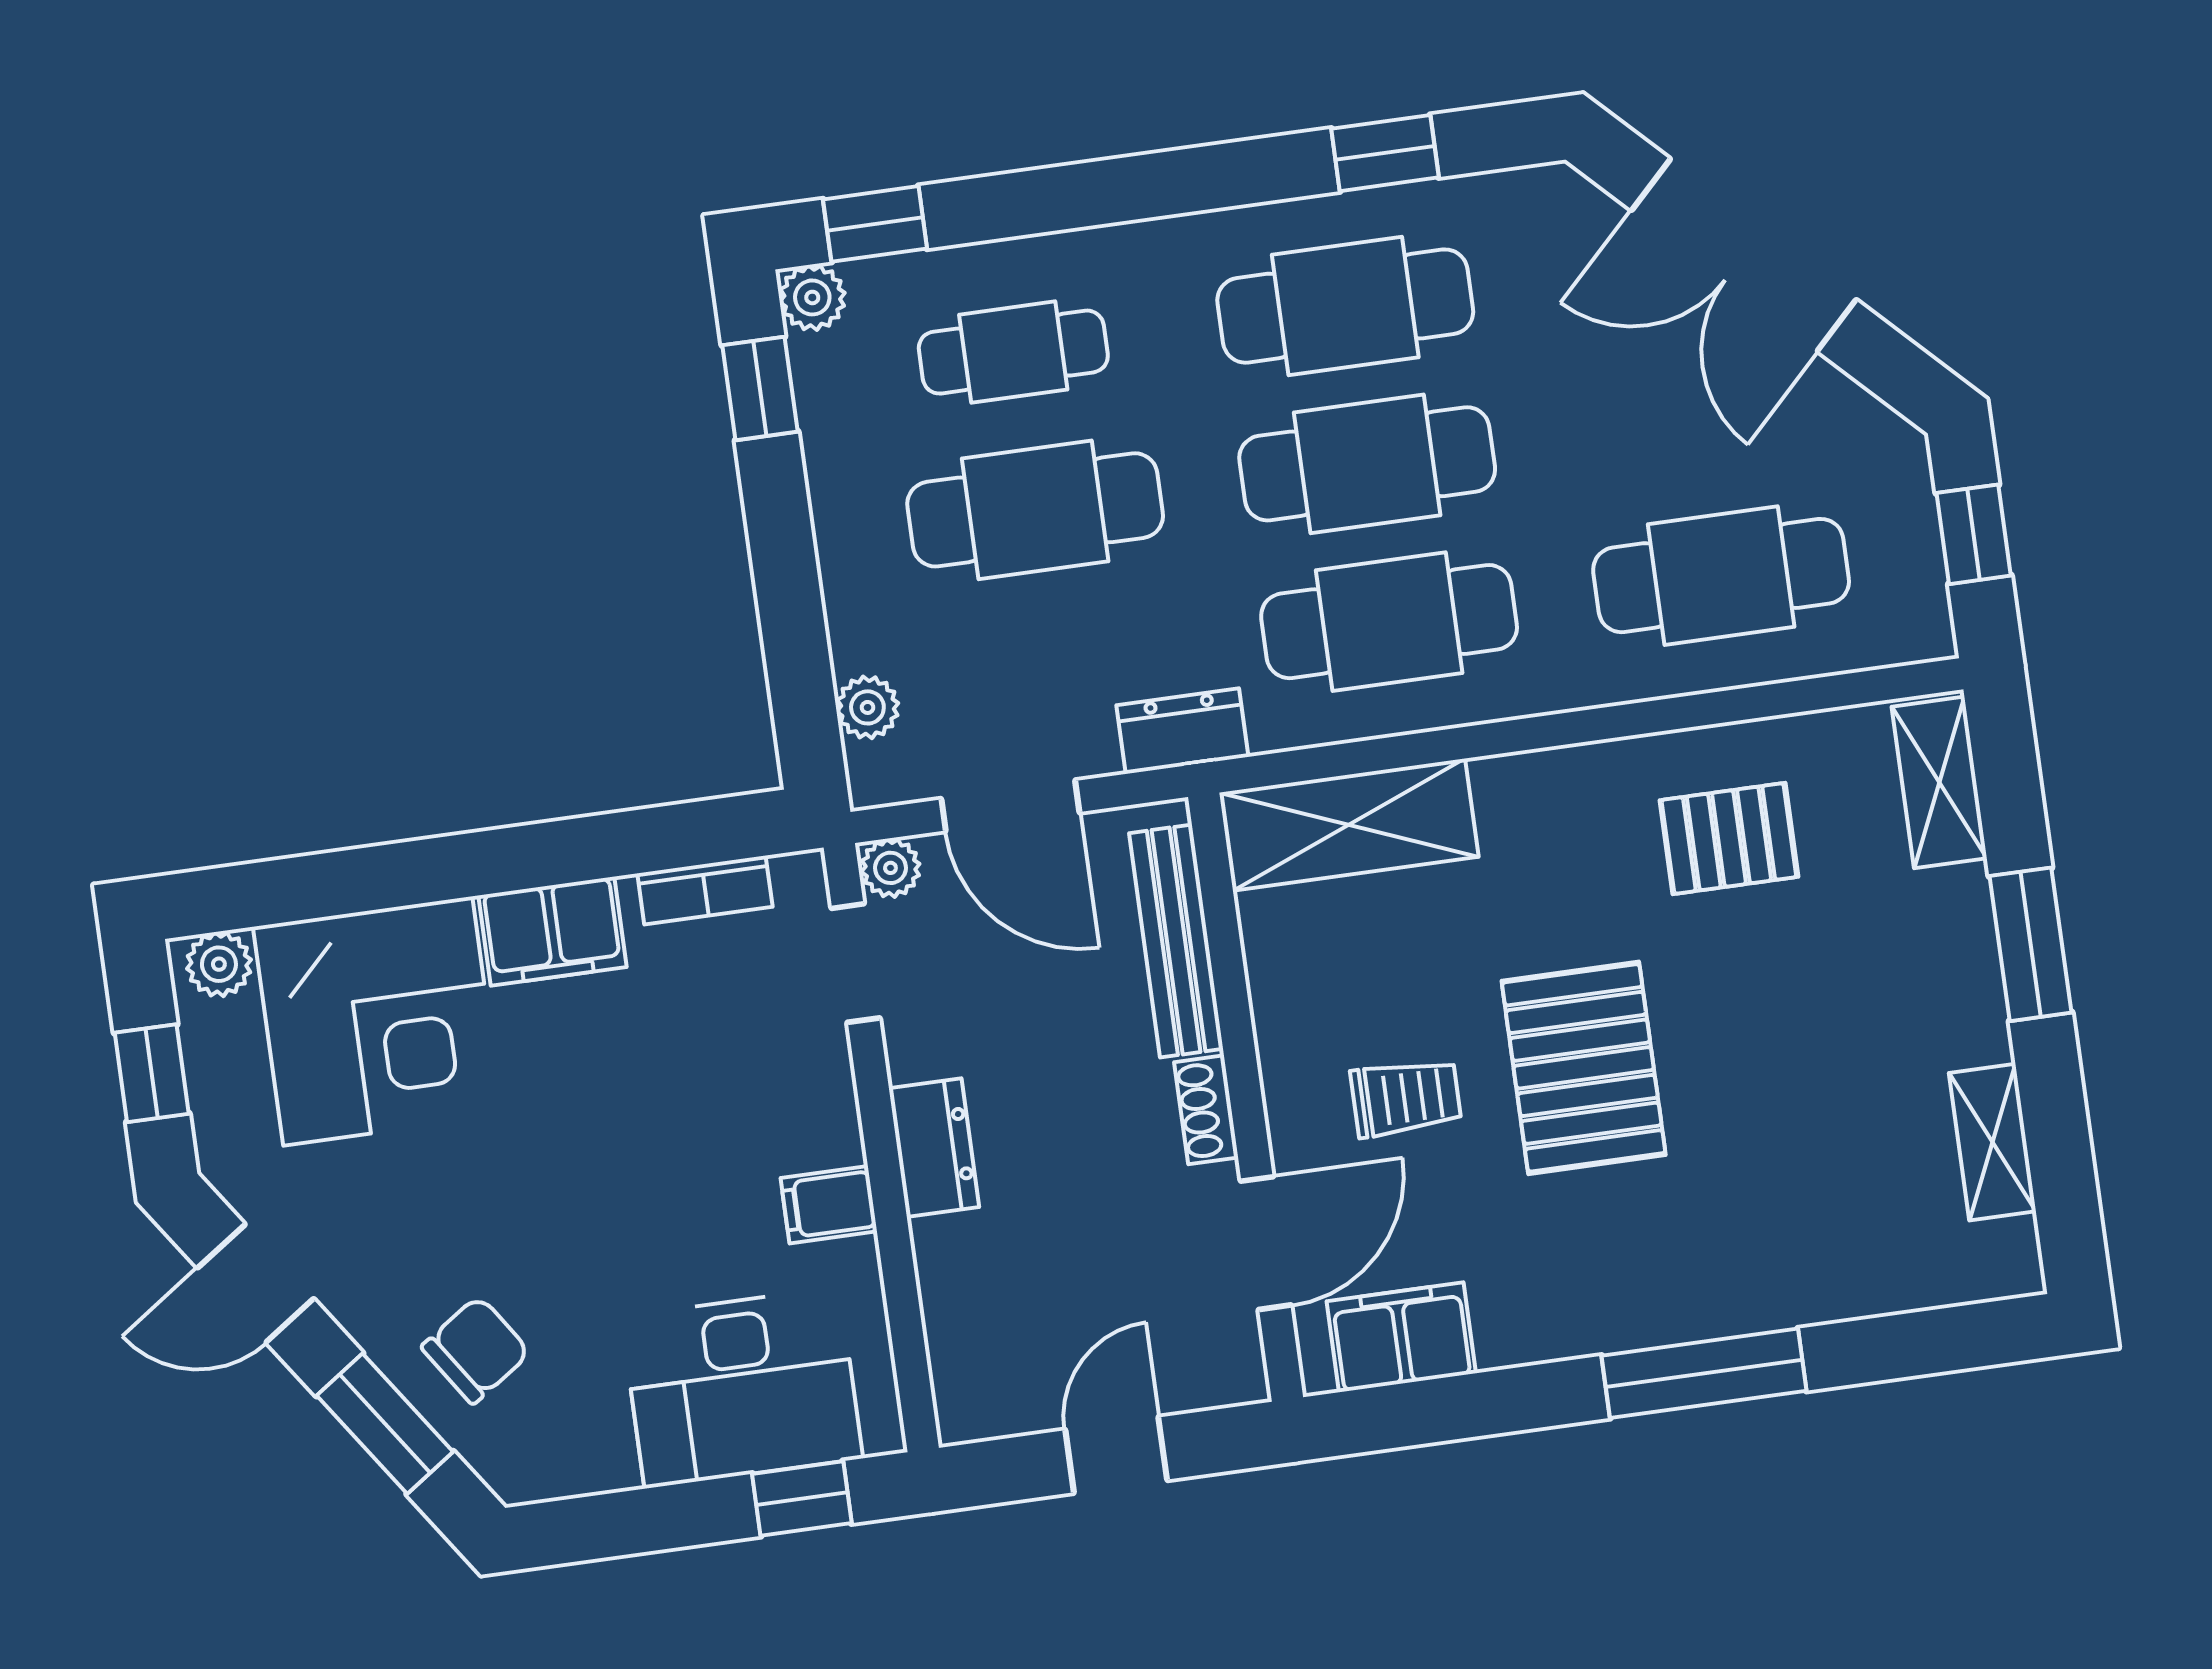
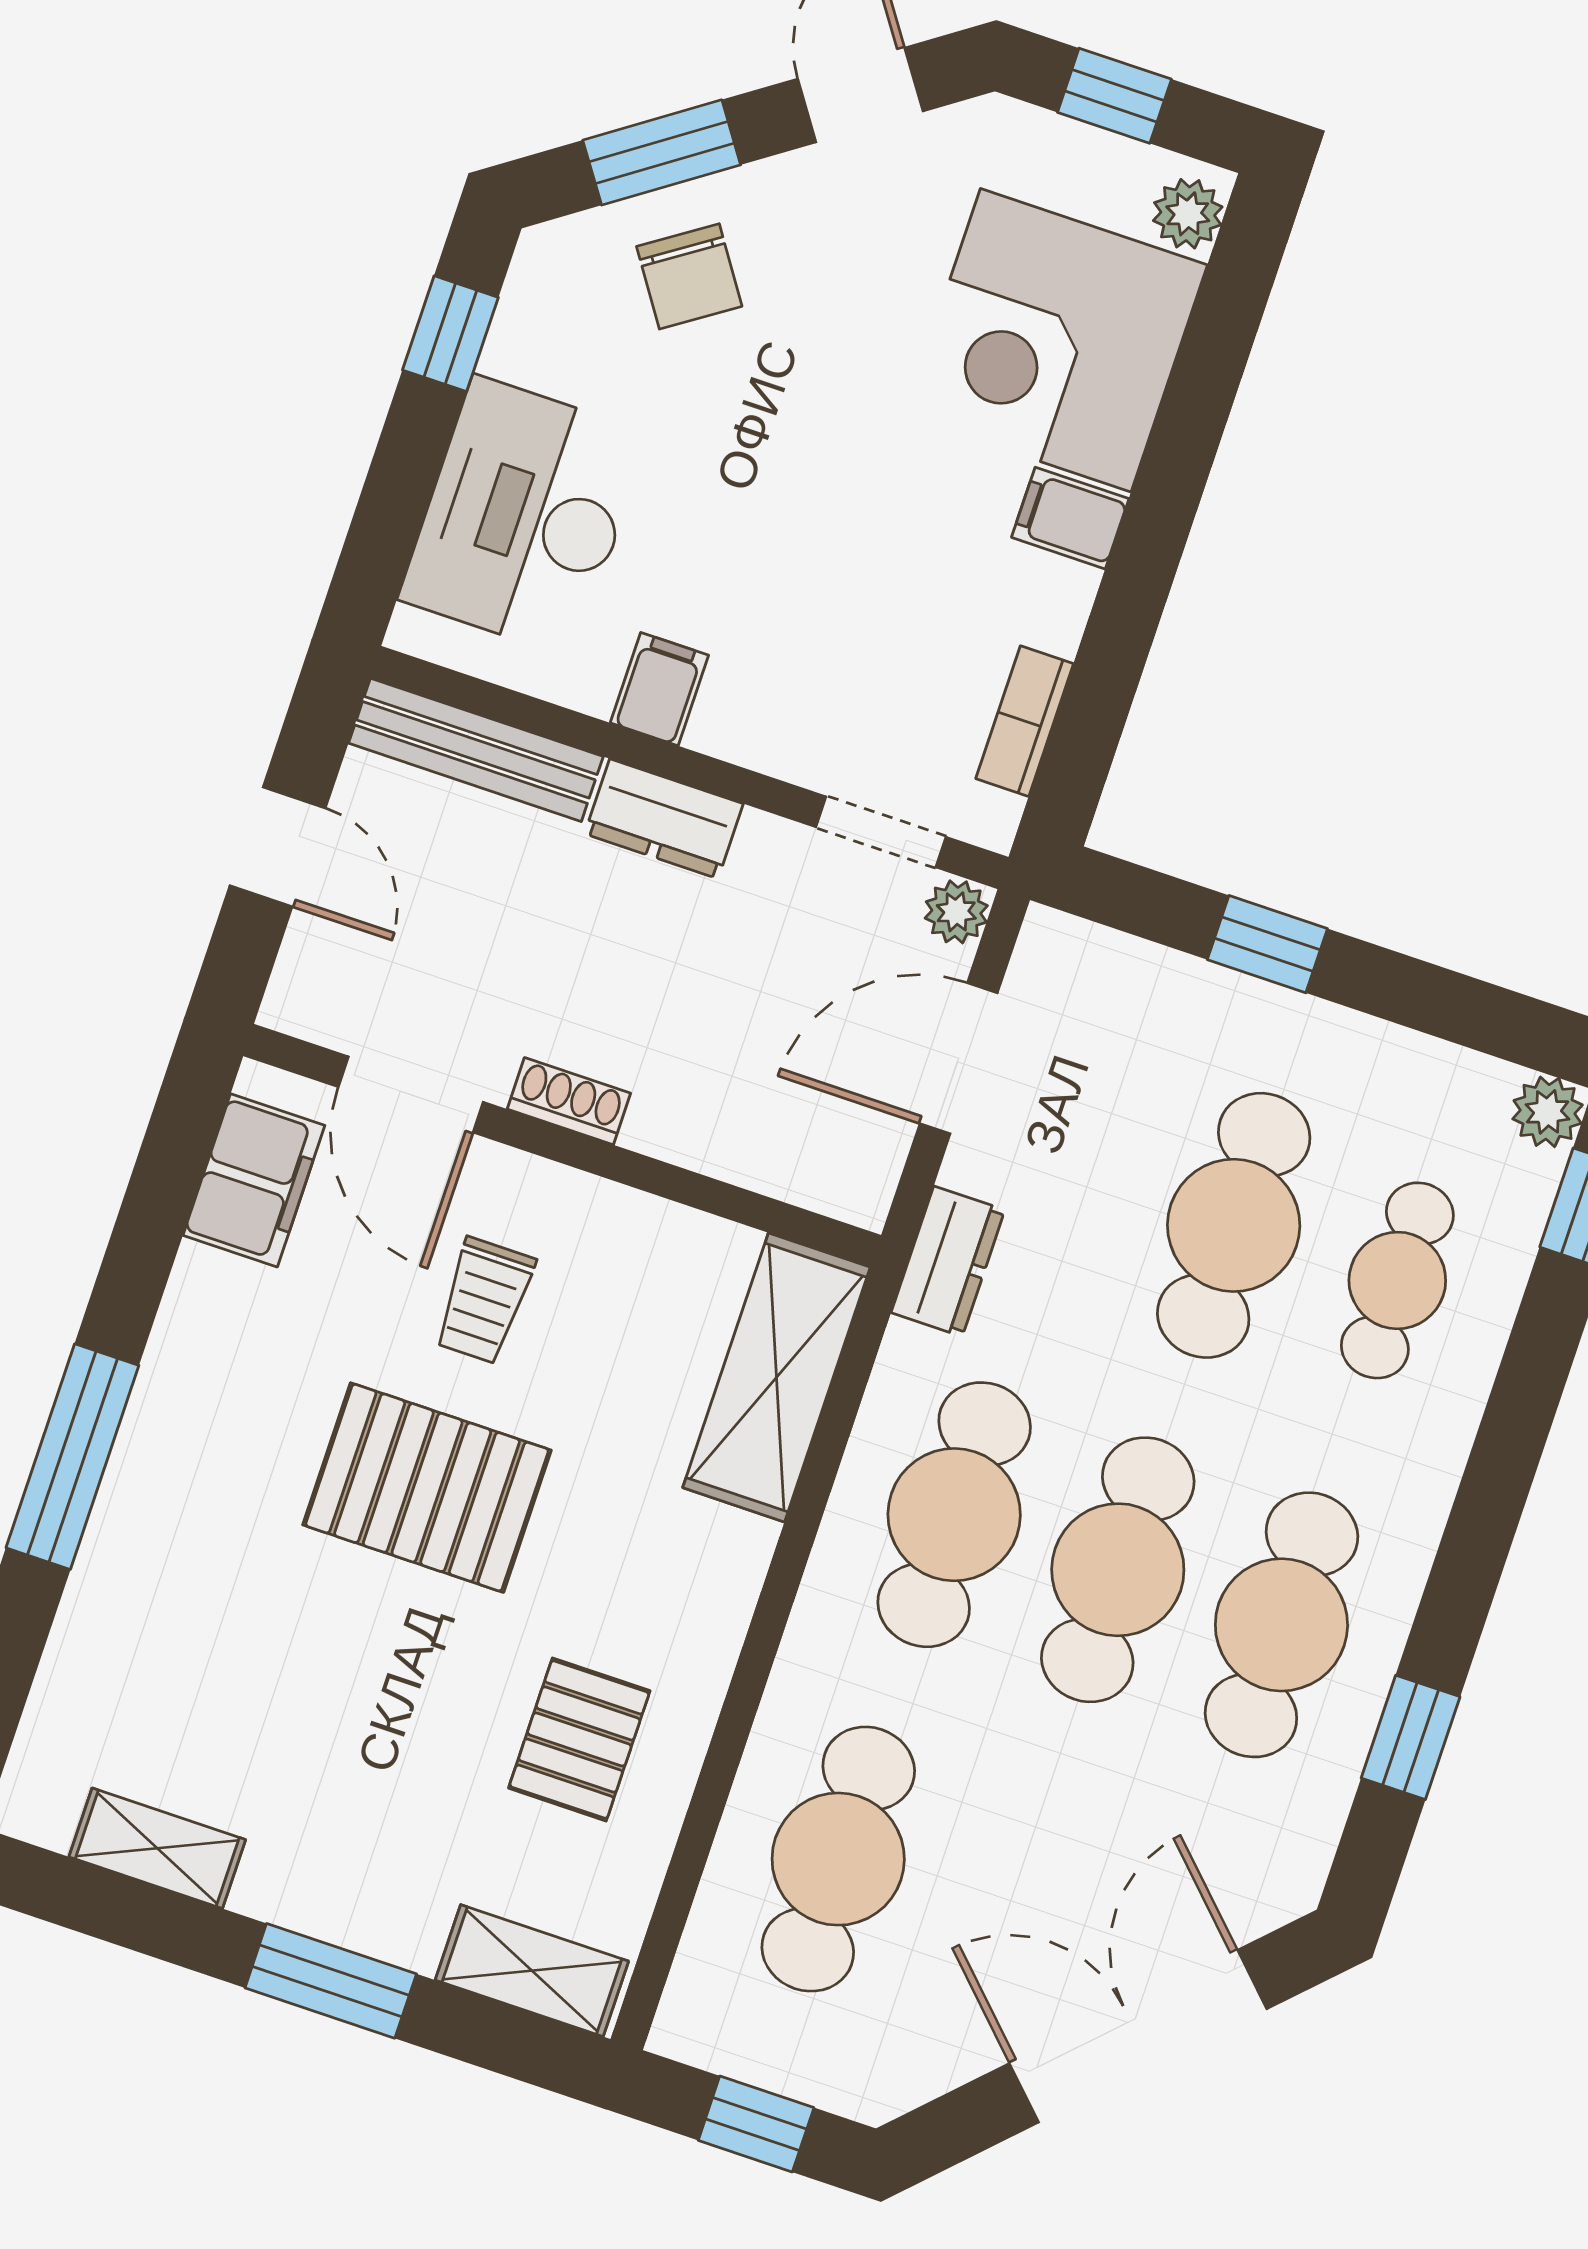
window: (760, 388) -> (1267, 944), moved
plant: (867, 707) -> (1123, 967), removed
filing cabinet: (552, 931) -> (1070, 518), width x0.50
bench: (1176, 941) -> (476, 750), moved
window: (802, 1498) -> (450, 334), moved

